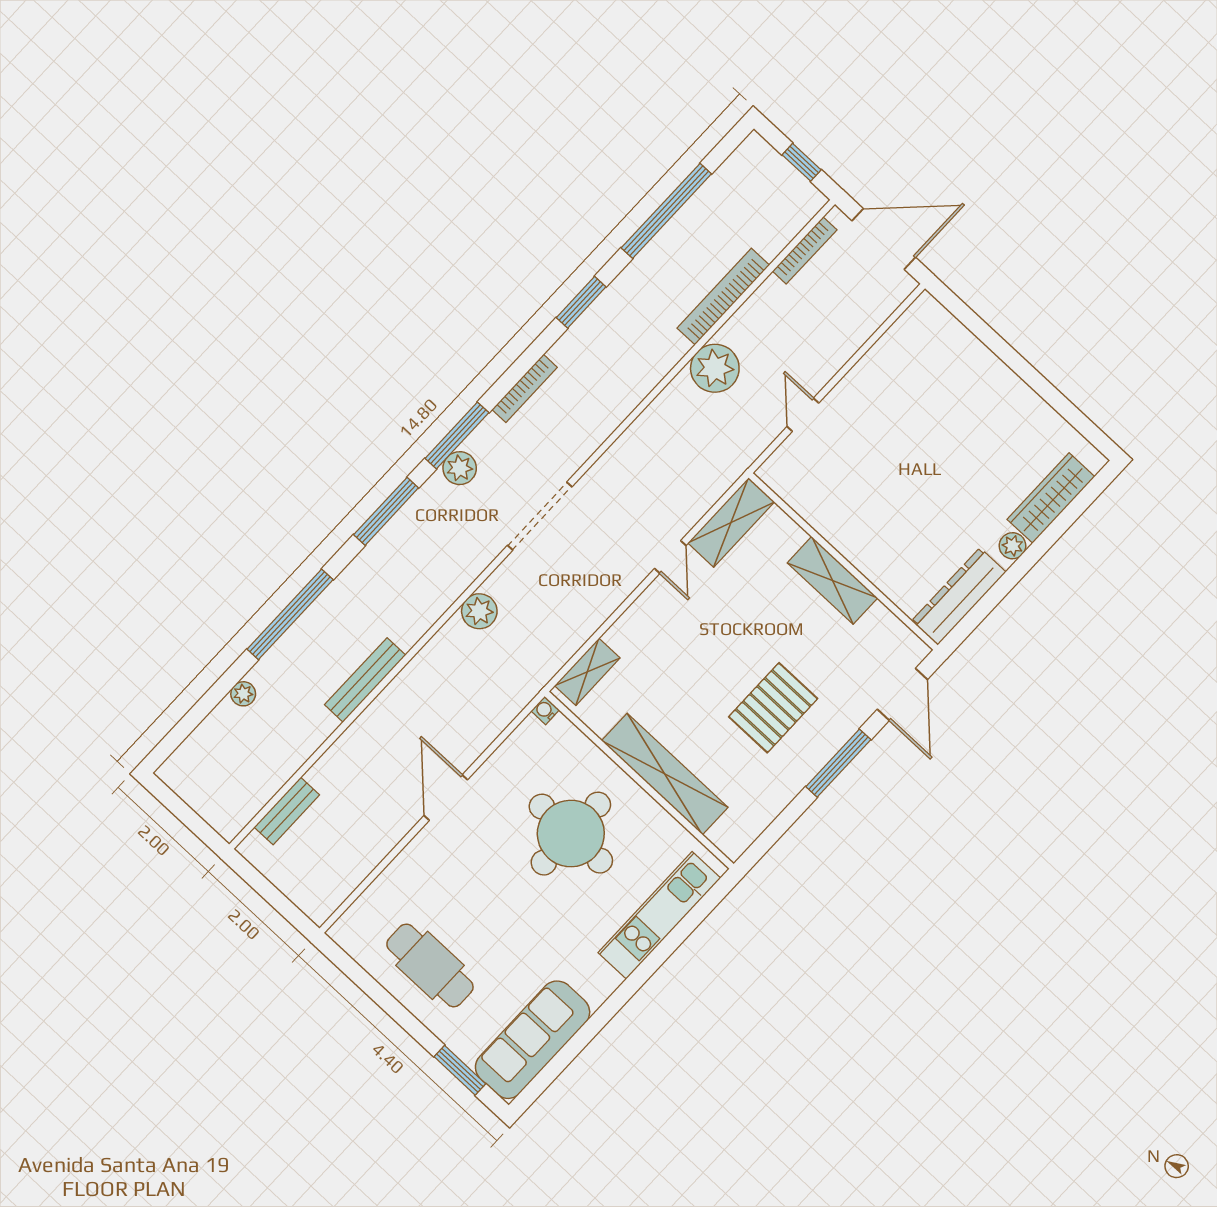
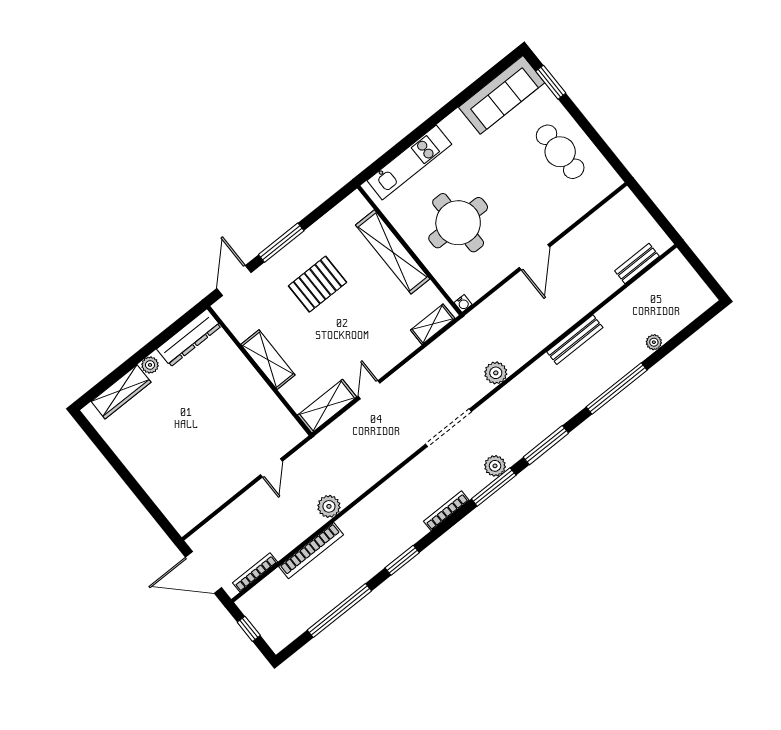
plant: (715, 368) -> (329, 506), width x0.73, depth x0.73

